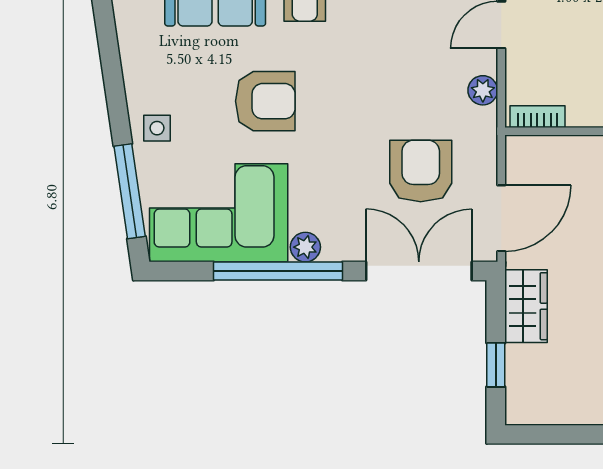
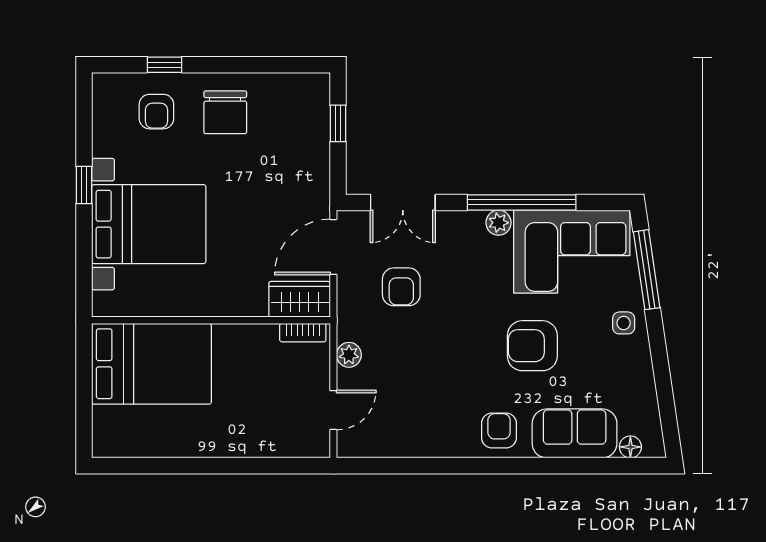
armchair: (421, 171) -> (401, 287), width x0.72, depth x0.72
double door: (419, 271) -> (403, 202), width x0.73
wardrobe: (526, 306) -> (300, 299), moved, turned 90

